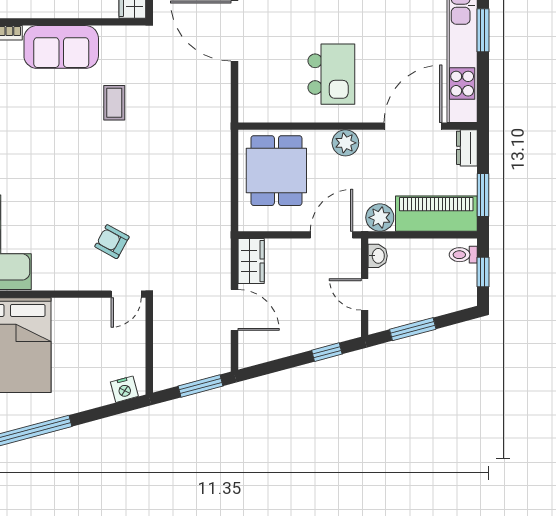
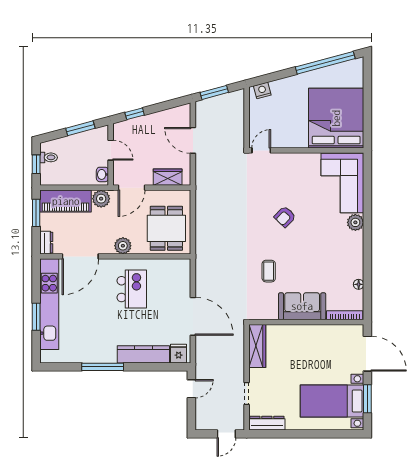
kitchen island: (331, 74) -> (132, 289), turned 180
armchair: (112, 242) -> (285, 217), moved, turned 105
toilet: (463, 255) -> (49, 157), moved
wardrobe: (251, 261) -> (168, 177), moved, turned 90

